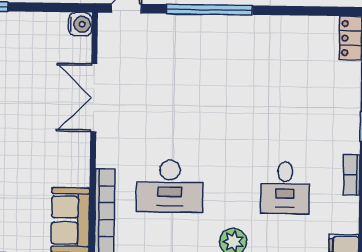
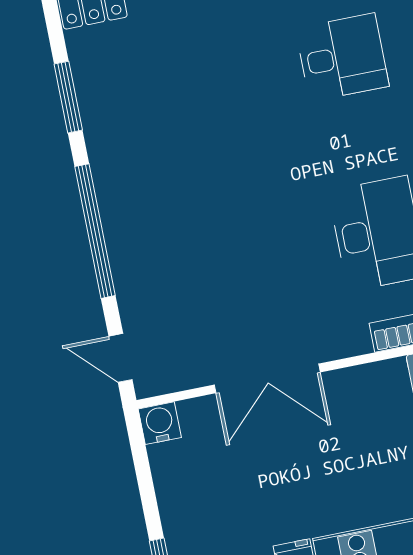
window: (297, 11) -> (68, 97), added

